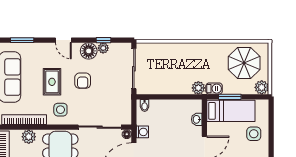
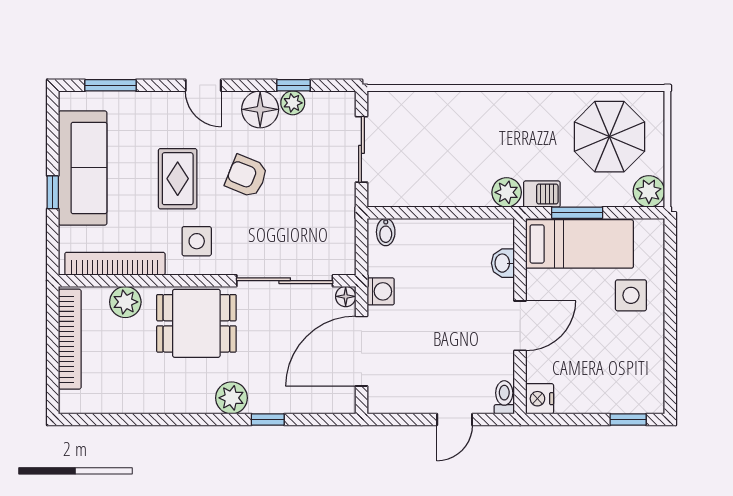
sliding door: (134, 69) -> (361, 149), width x0.73
armchair: (83, 81) -> (247, 176), turned 112

